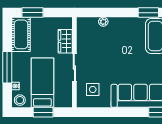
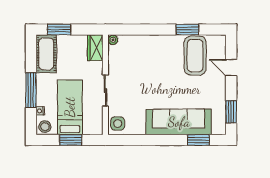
plant: (103, 22) -> (113, 40), moved
wardrobe: (65, 41) -> (95, 48), moved
side table: (93, 89) -> (118, 123), moved

